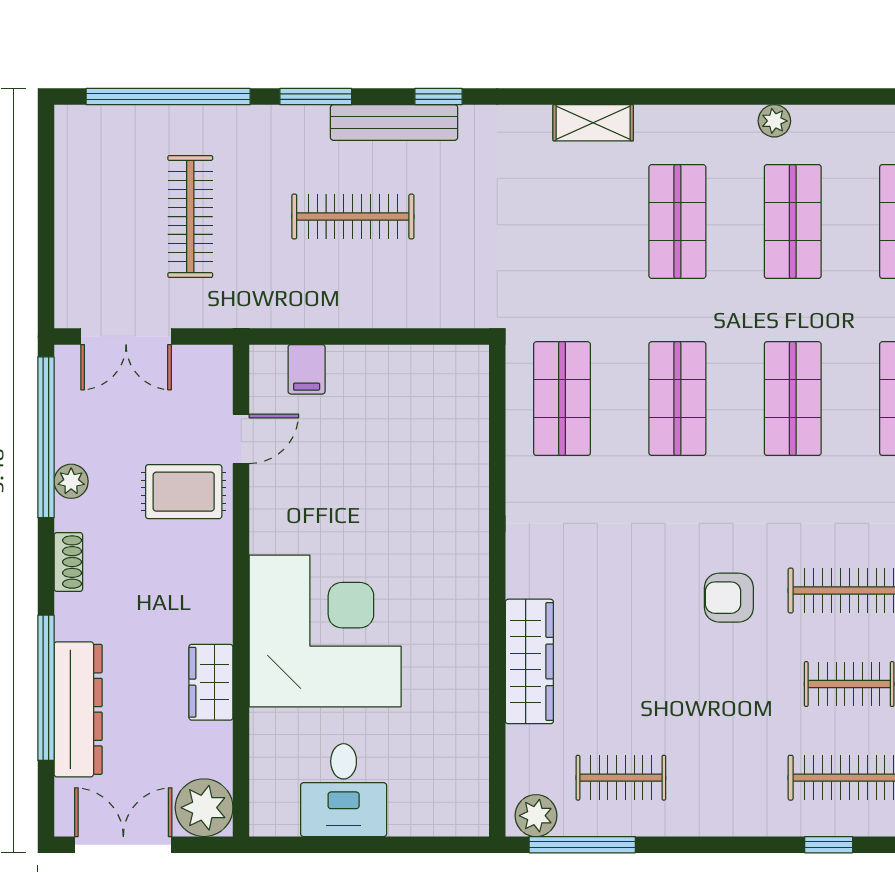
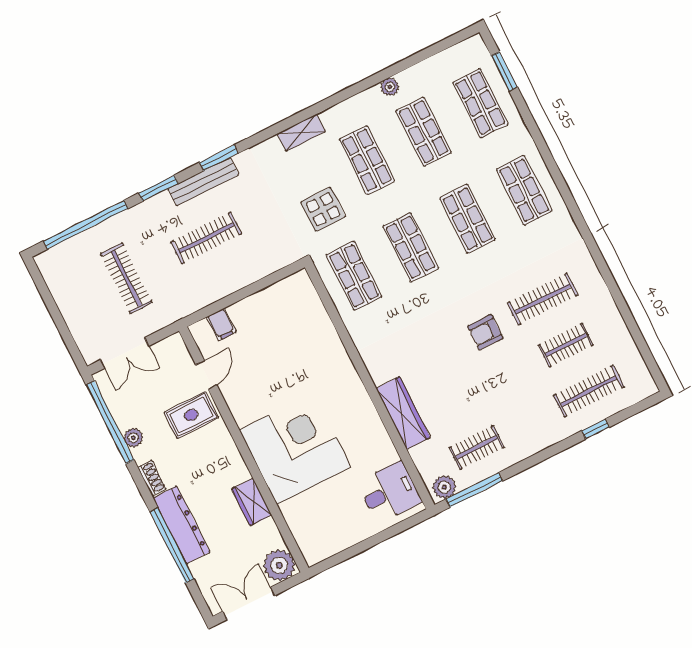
window: (439, 97) -> (219, 158), width x1.50
display table: (566, 265) -> (323, 209), added
dresser: (78, 709) -> (181, 525), moved
desk: (344, 790) -> (389, 492), moved, turned -90

